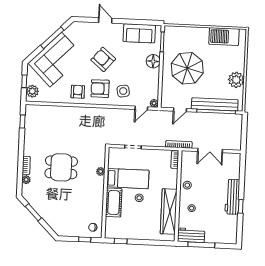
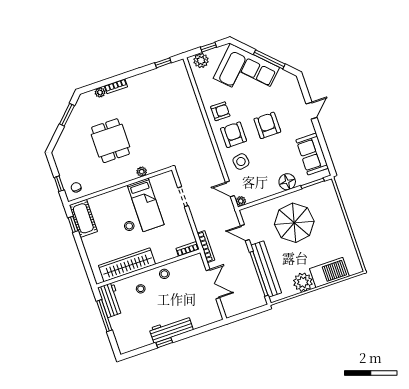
barbecue: (224, 37) -> (329, 273), moved, turned 90
armchair: (103, 59) -> (267, 125), turned -40
double door: (210, 150) -> (213, 284), swing flipped
dining table: (61, 167) -> (110, 141), moved
cot: (114, 203) -> (83, 218), moved, turned 90

